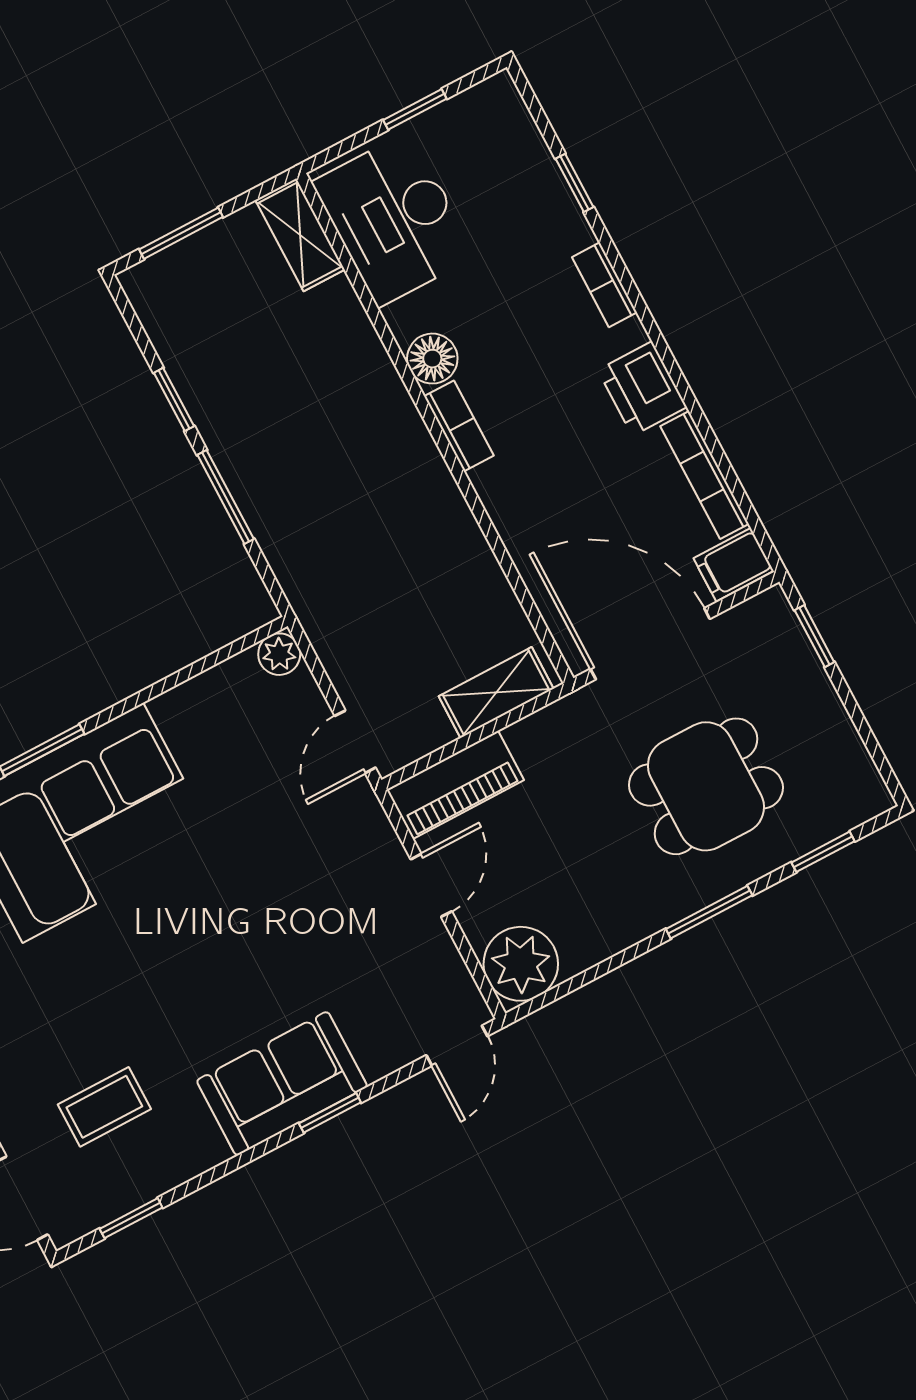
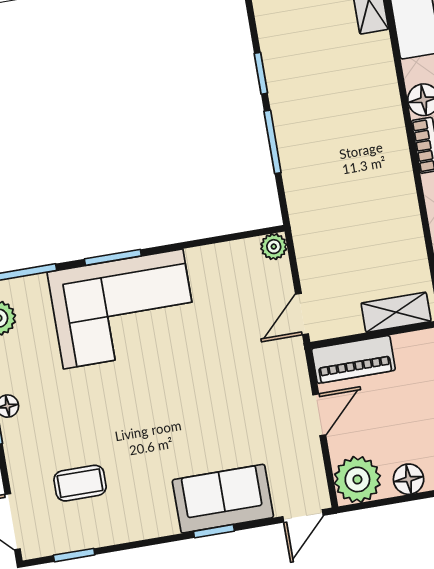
floor lamp: (598, 938) -> (409, 479), added
sofa: (282, 1084) -> (223, 499), moved

